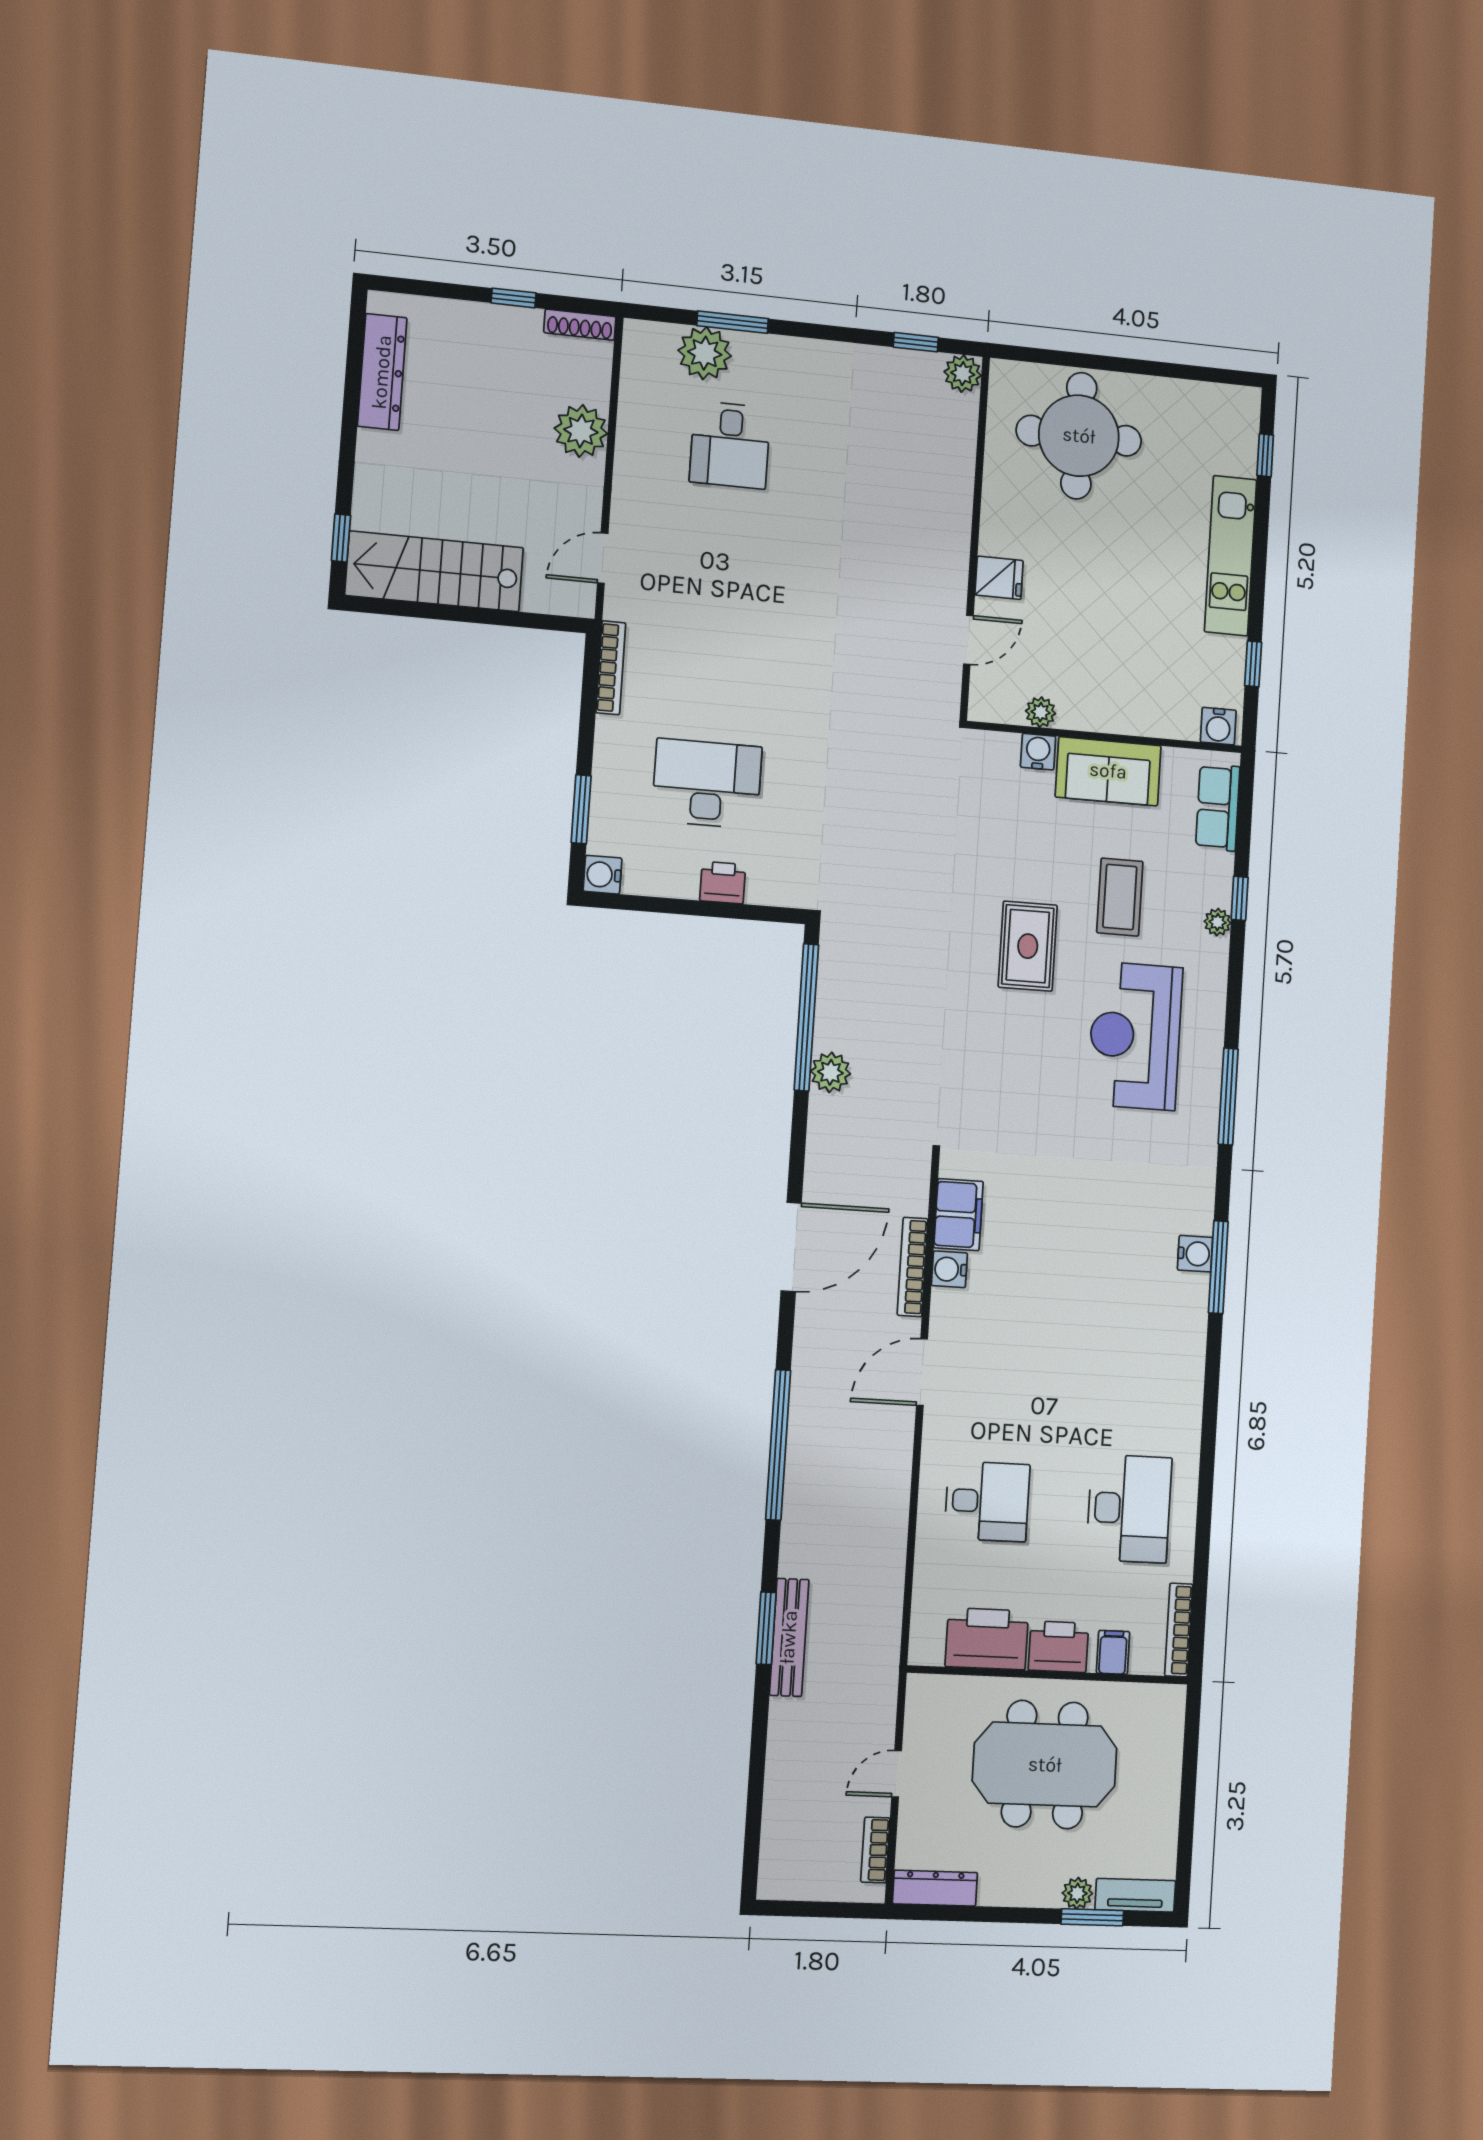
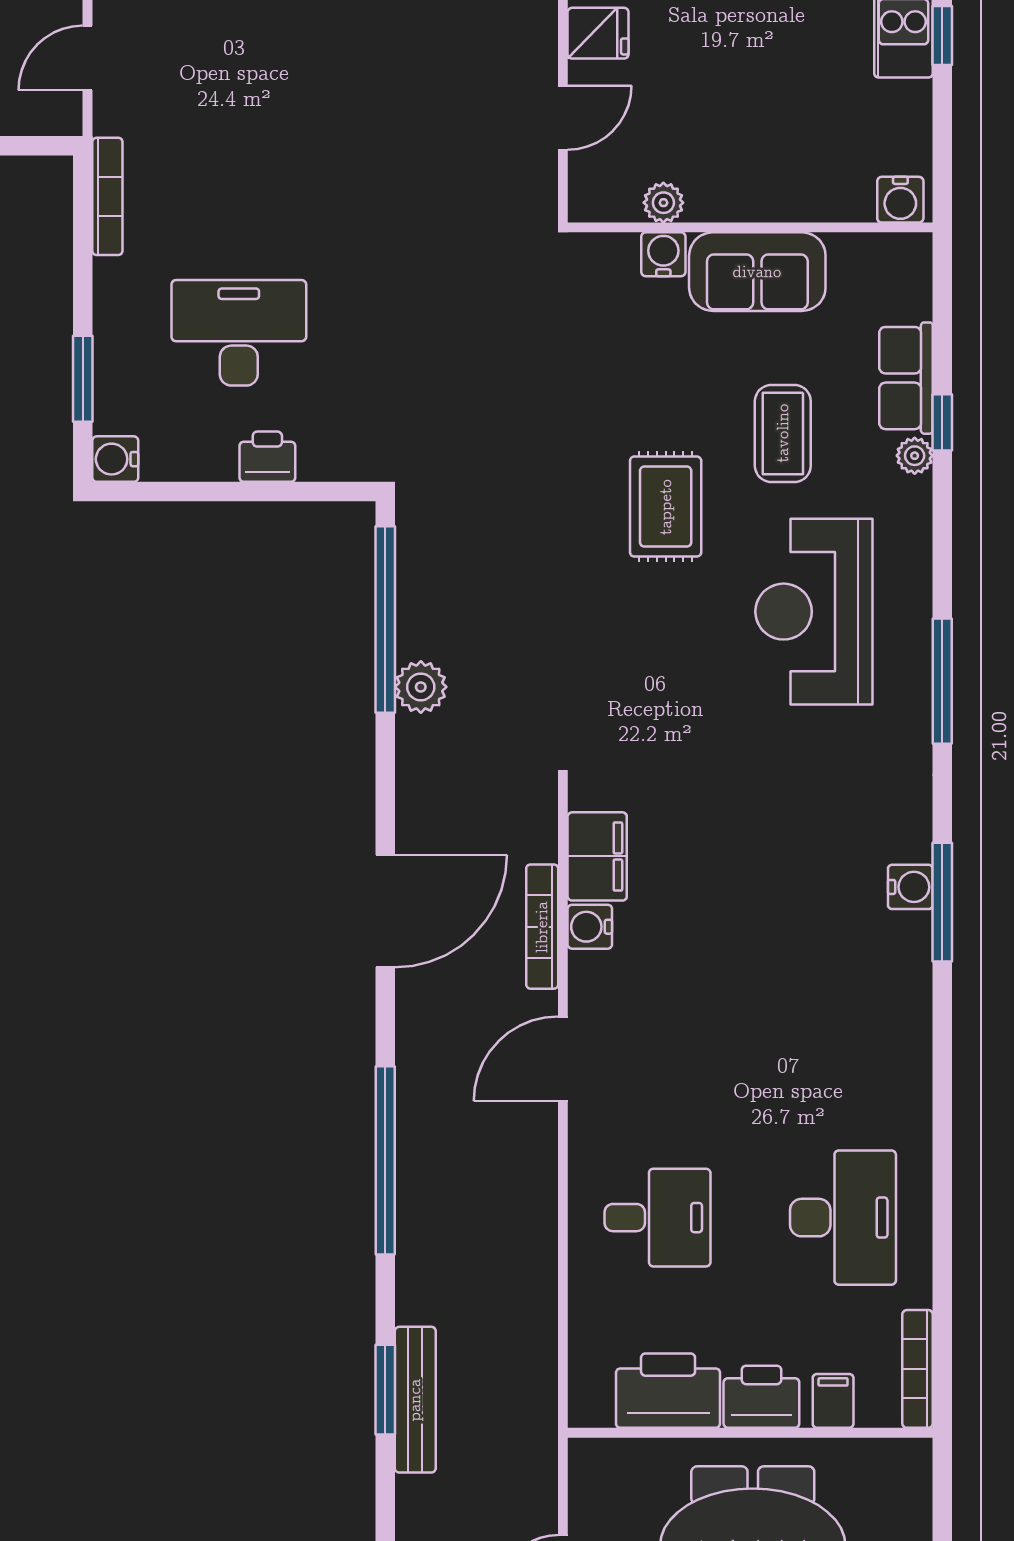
window: (1253, 664) -> (942, 36), moved
row of seats: (1218, 807) -> (906, 378), moved

